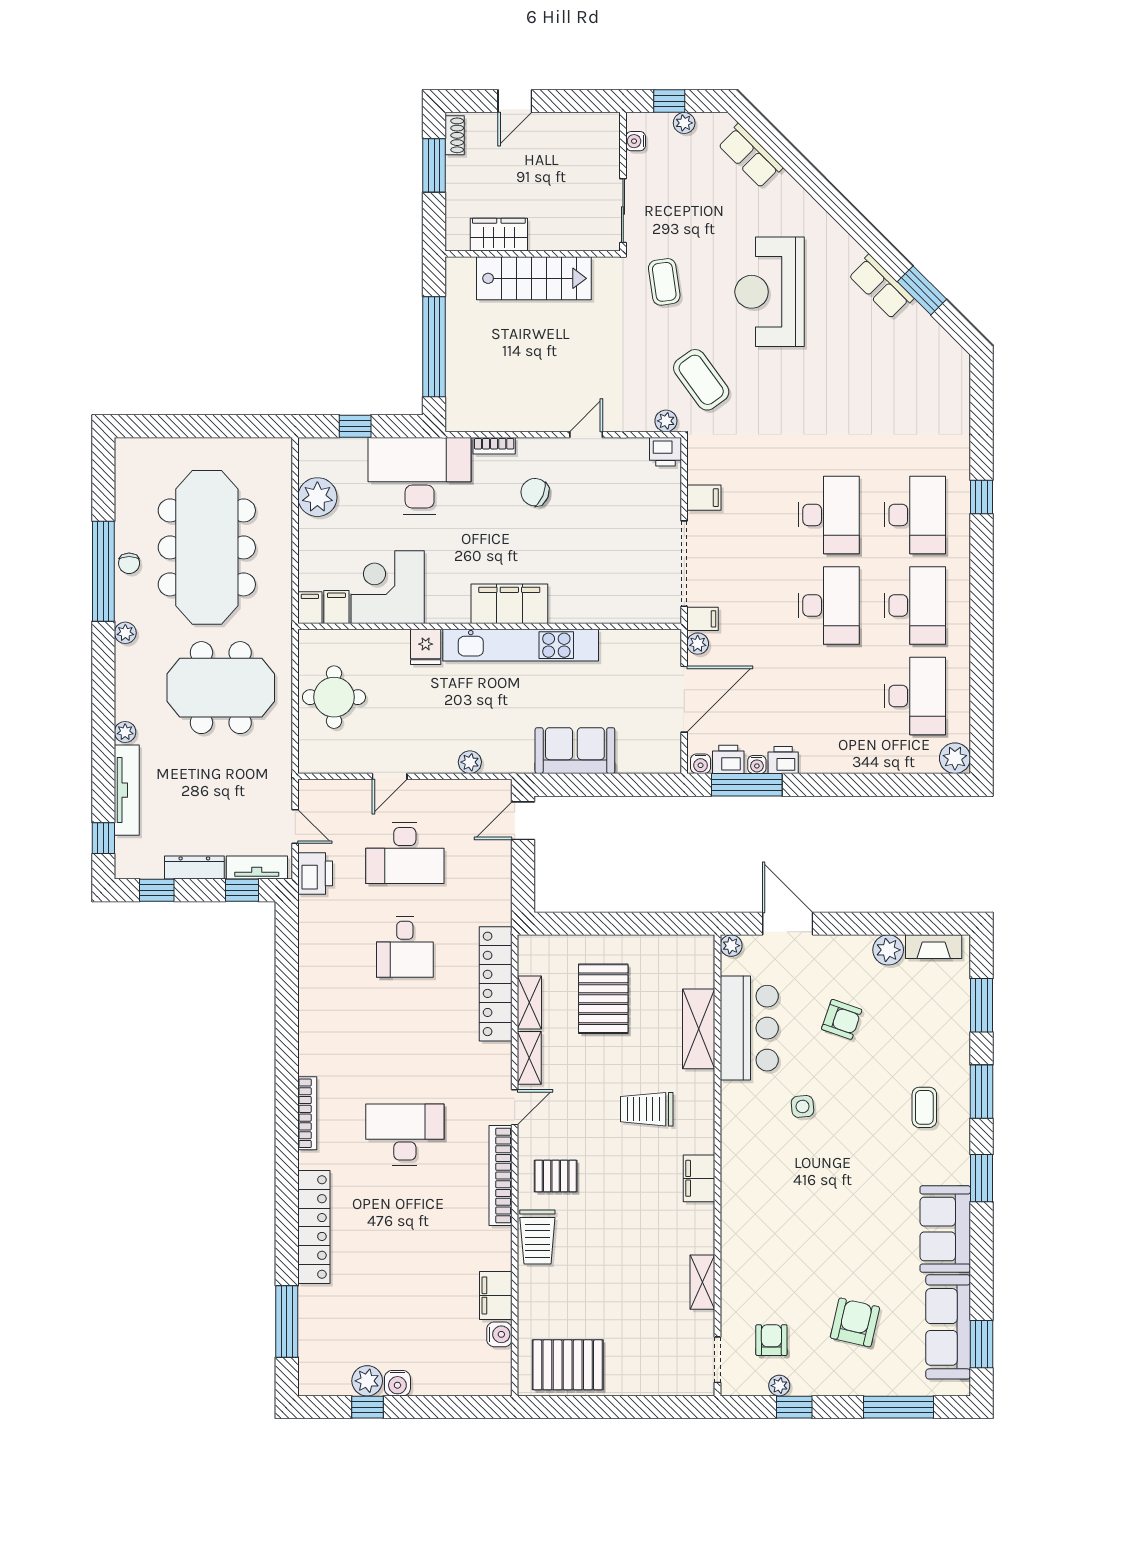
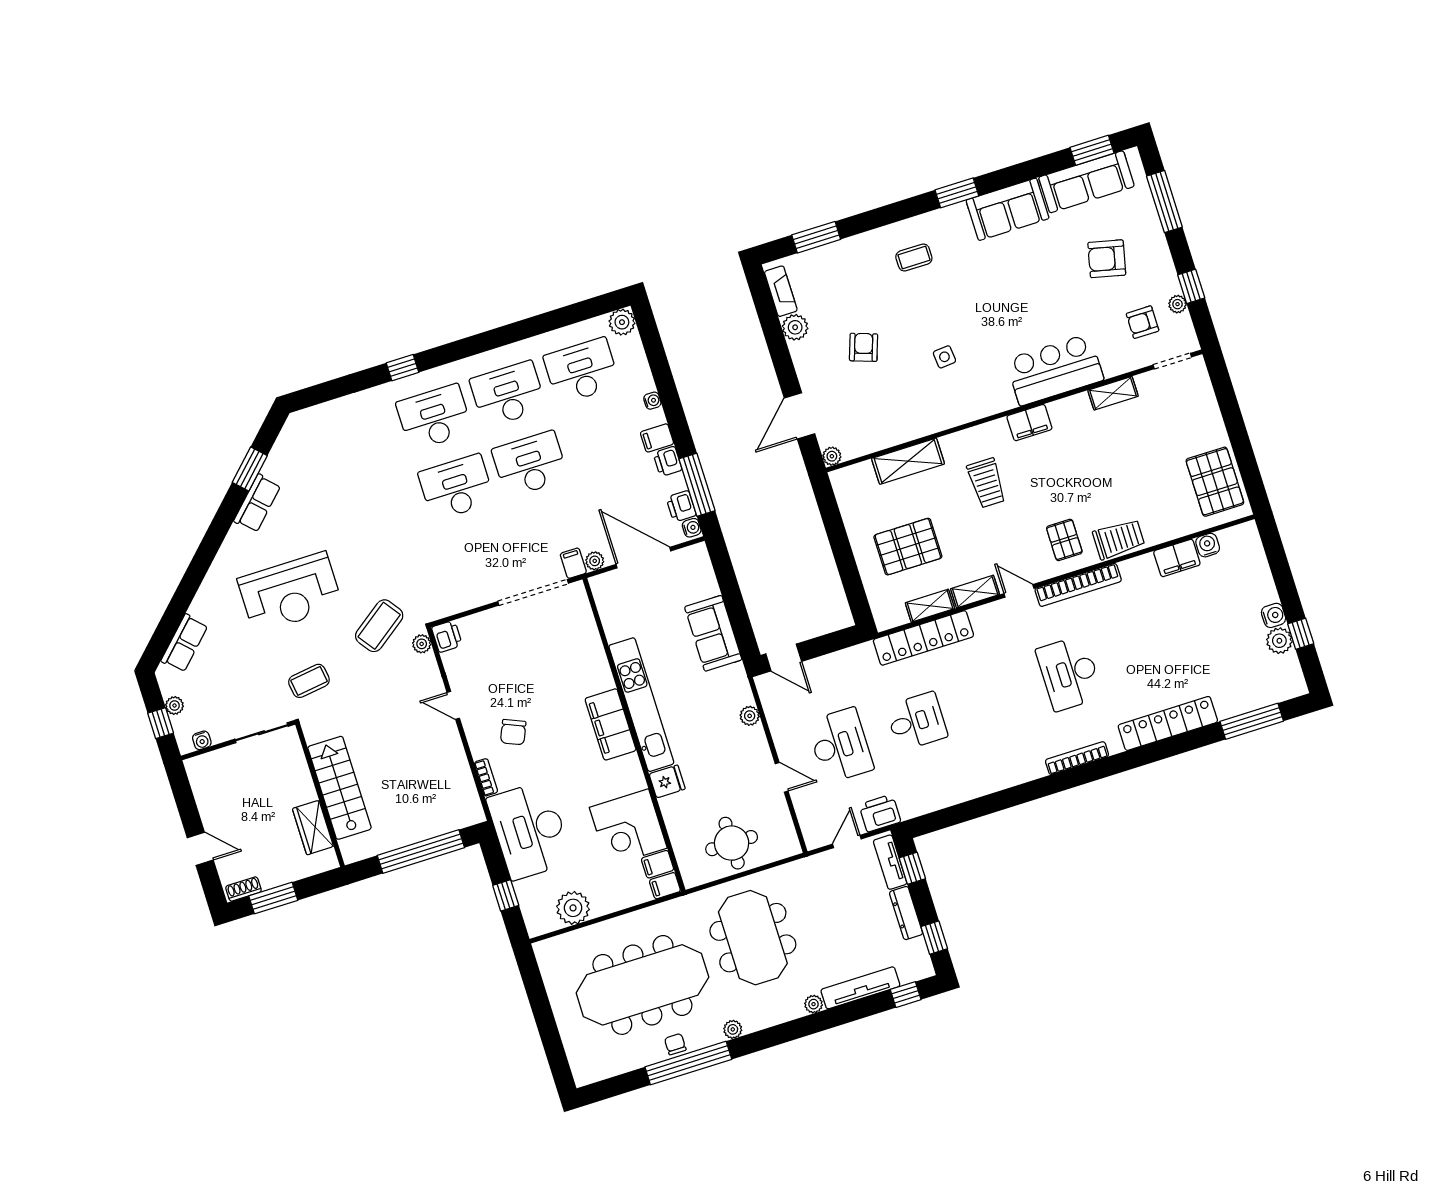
filing cabinet: (704, 498) -> (657, 438), moved, turned -90
chair: (129, 563) -> (675, 1044), turned -90
water cooler: (757, 764) -> (652, 401), moved
bar counter: (749, 1028) -> (1055, 370), moved
window: (981, 1092) -> (886, 215), removed

